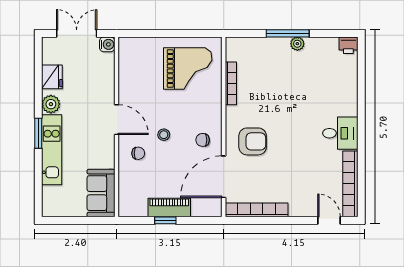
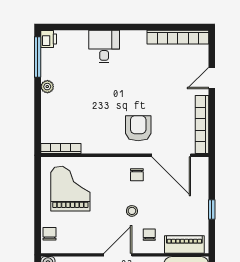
window: (288, 33) -> (38, 57), moved
chair: (139, 46) -> (49, 234), added
bookcase: (231, 83) -> (61, 148), moved
desk: (340, 133) -> (104, 47), moved
piano: (169, 208) -> (184, 244), moved, turned 90
door: (329, 220) -> (212, 78), moved

